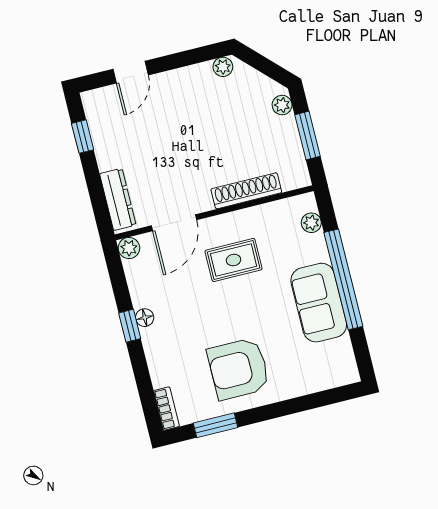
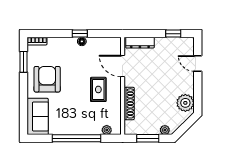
plant: (223, 67) -> (185, 103), width x1.88, depth x1.88
plant: (129, 248) -> (116, 42), removed
sofa: (319, 303) -> (38, 116), moved, turned 90

